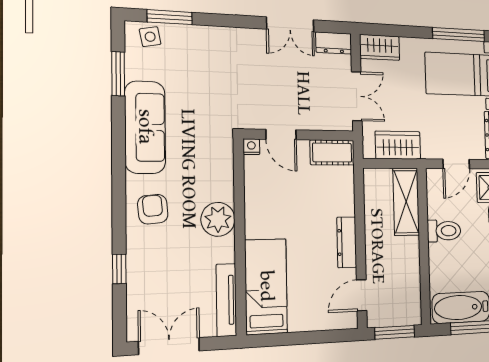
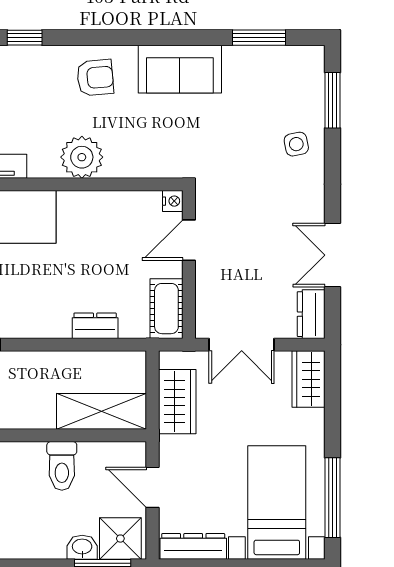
side table: (150, 37) -> (296, 144), moved
sofa: (145, 127) -> (180, 69), width x0.73
dresser: (347, 242) -> (95, 326), moved, width x0.70

